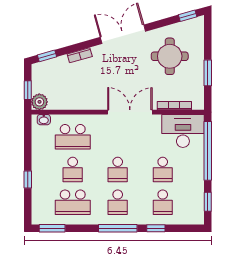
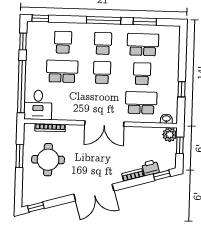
round table: (170, 56) -> (48, 160), moved
printer: (60, 64) -> (150, 168), added
double door: (130, 112) -> (104, 124), moved
desk: (183, 131) -> (38, 105), width x0.73
school desk: (163, 169) -> (62, 71), width x1.85
window: (28, 179) -> (182, 89), moved
window: (52, 228) -> (145, 22), moved
window: (156, 228) -> (40, 18), moved

